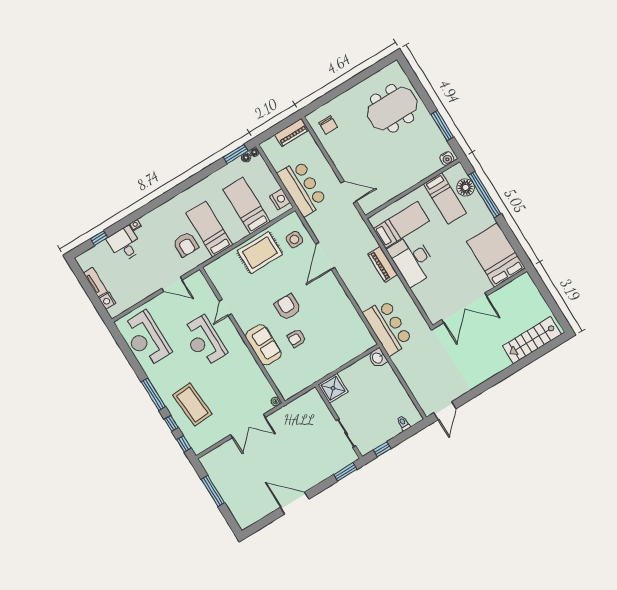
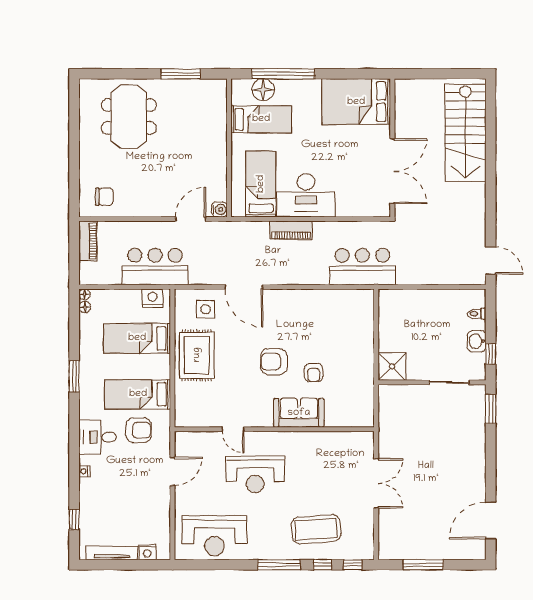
window: (236, 154) -> (74, 376), moved
water cooler: (447, 159) -> (219, 209), moved
desk: (125, 244) -> (98, 437), moved
tv unit: (95, 282) -> (112, 553), width x1.41
stairs: (532, 340) -> (465, 133), width x1.36, depth x1.51
washbasin: (378, 358) -> (477, 341), moved, turned 90
plant: (276, 401) -> (368, 437), removed
door: (295, 503) -> (491, 521), moved

